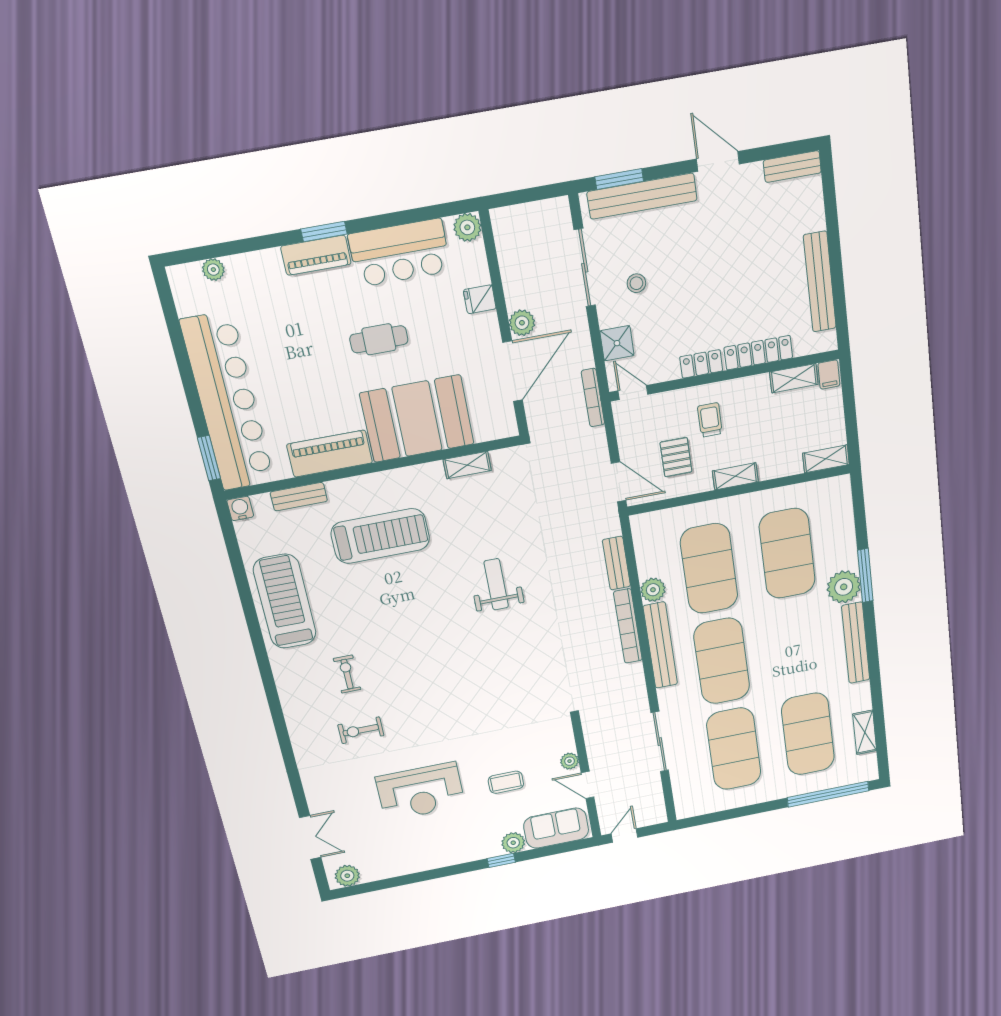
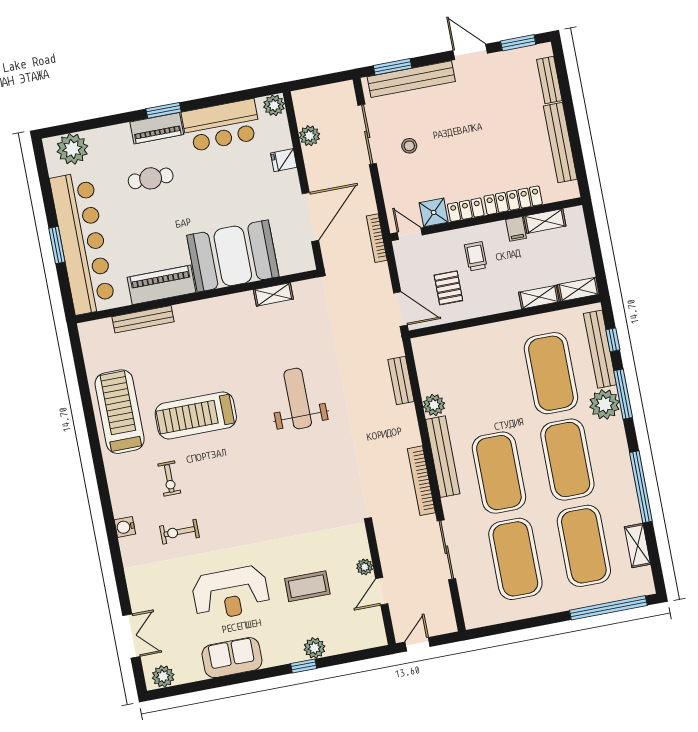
window: (778, 151) -> (518, 43), added
bench: (792, 167) -> (549, 80), moved, turned 90
plant: (213, 270) -> (72, 149), width x1.88, depth x1.88
plant: (522, 323) -> (309, 136), moved
cafe table: (379, 339) -> (151, 178), moved
shower: (617, 343) -> (434, 212), moved
filing cabinet: (829, 374) -> (516, 229), moved
window: (209, 458) -> (57, 245), moved
shelving: (735, 476) -> (539, 297), moved
bench: (299, 497) -> (143, 319), width x1.36
water cooler: (240, 508) -> (125, 527), moved, turned -90
window: (860, 516) -> (613, 340), added
treadmill: (380, 536) -> (196, 416), moved, turned 180
exercise mat: (709, 569) -> (567, 460), moved
weight bench: (496, 584) -> (298, 399), width x1.36, depth x1.33
bookcase: (628, 626) -> (421, 481), moved
bench: (856, 643) -> (600, 349), moved
window: (874, 673) -> (641, 487), added
exercise bike: (347, 674) -> (169, 478), turned 180
coffee table: (506, 782) -> (307, 586), width x1.36, depth x1.30
door: (588, 785) -> (382, 591), hinge flipped
sofa: (556, 828) -> (232, 658), moved

